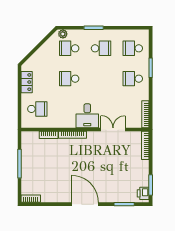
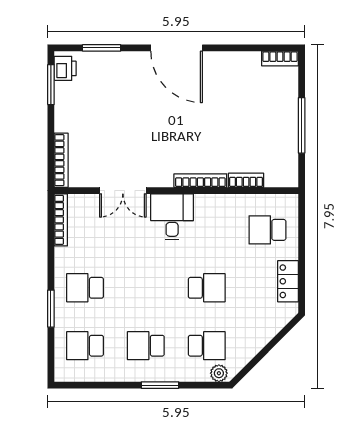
school desk: (133, 48) -> (85, 346), turned 180
school desk: (133, 79) -> (85, 288), turned 180

